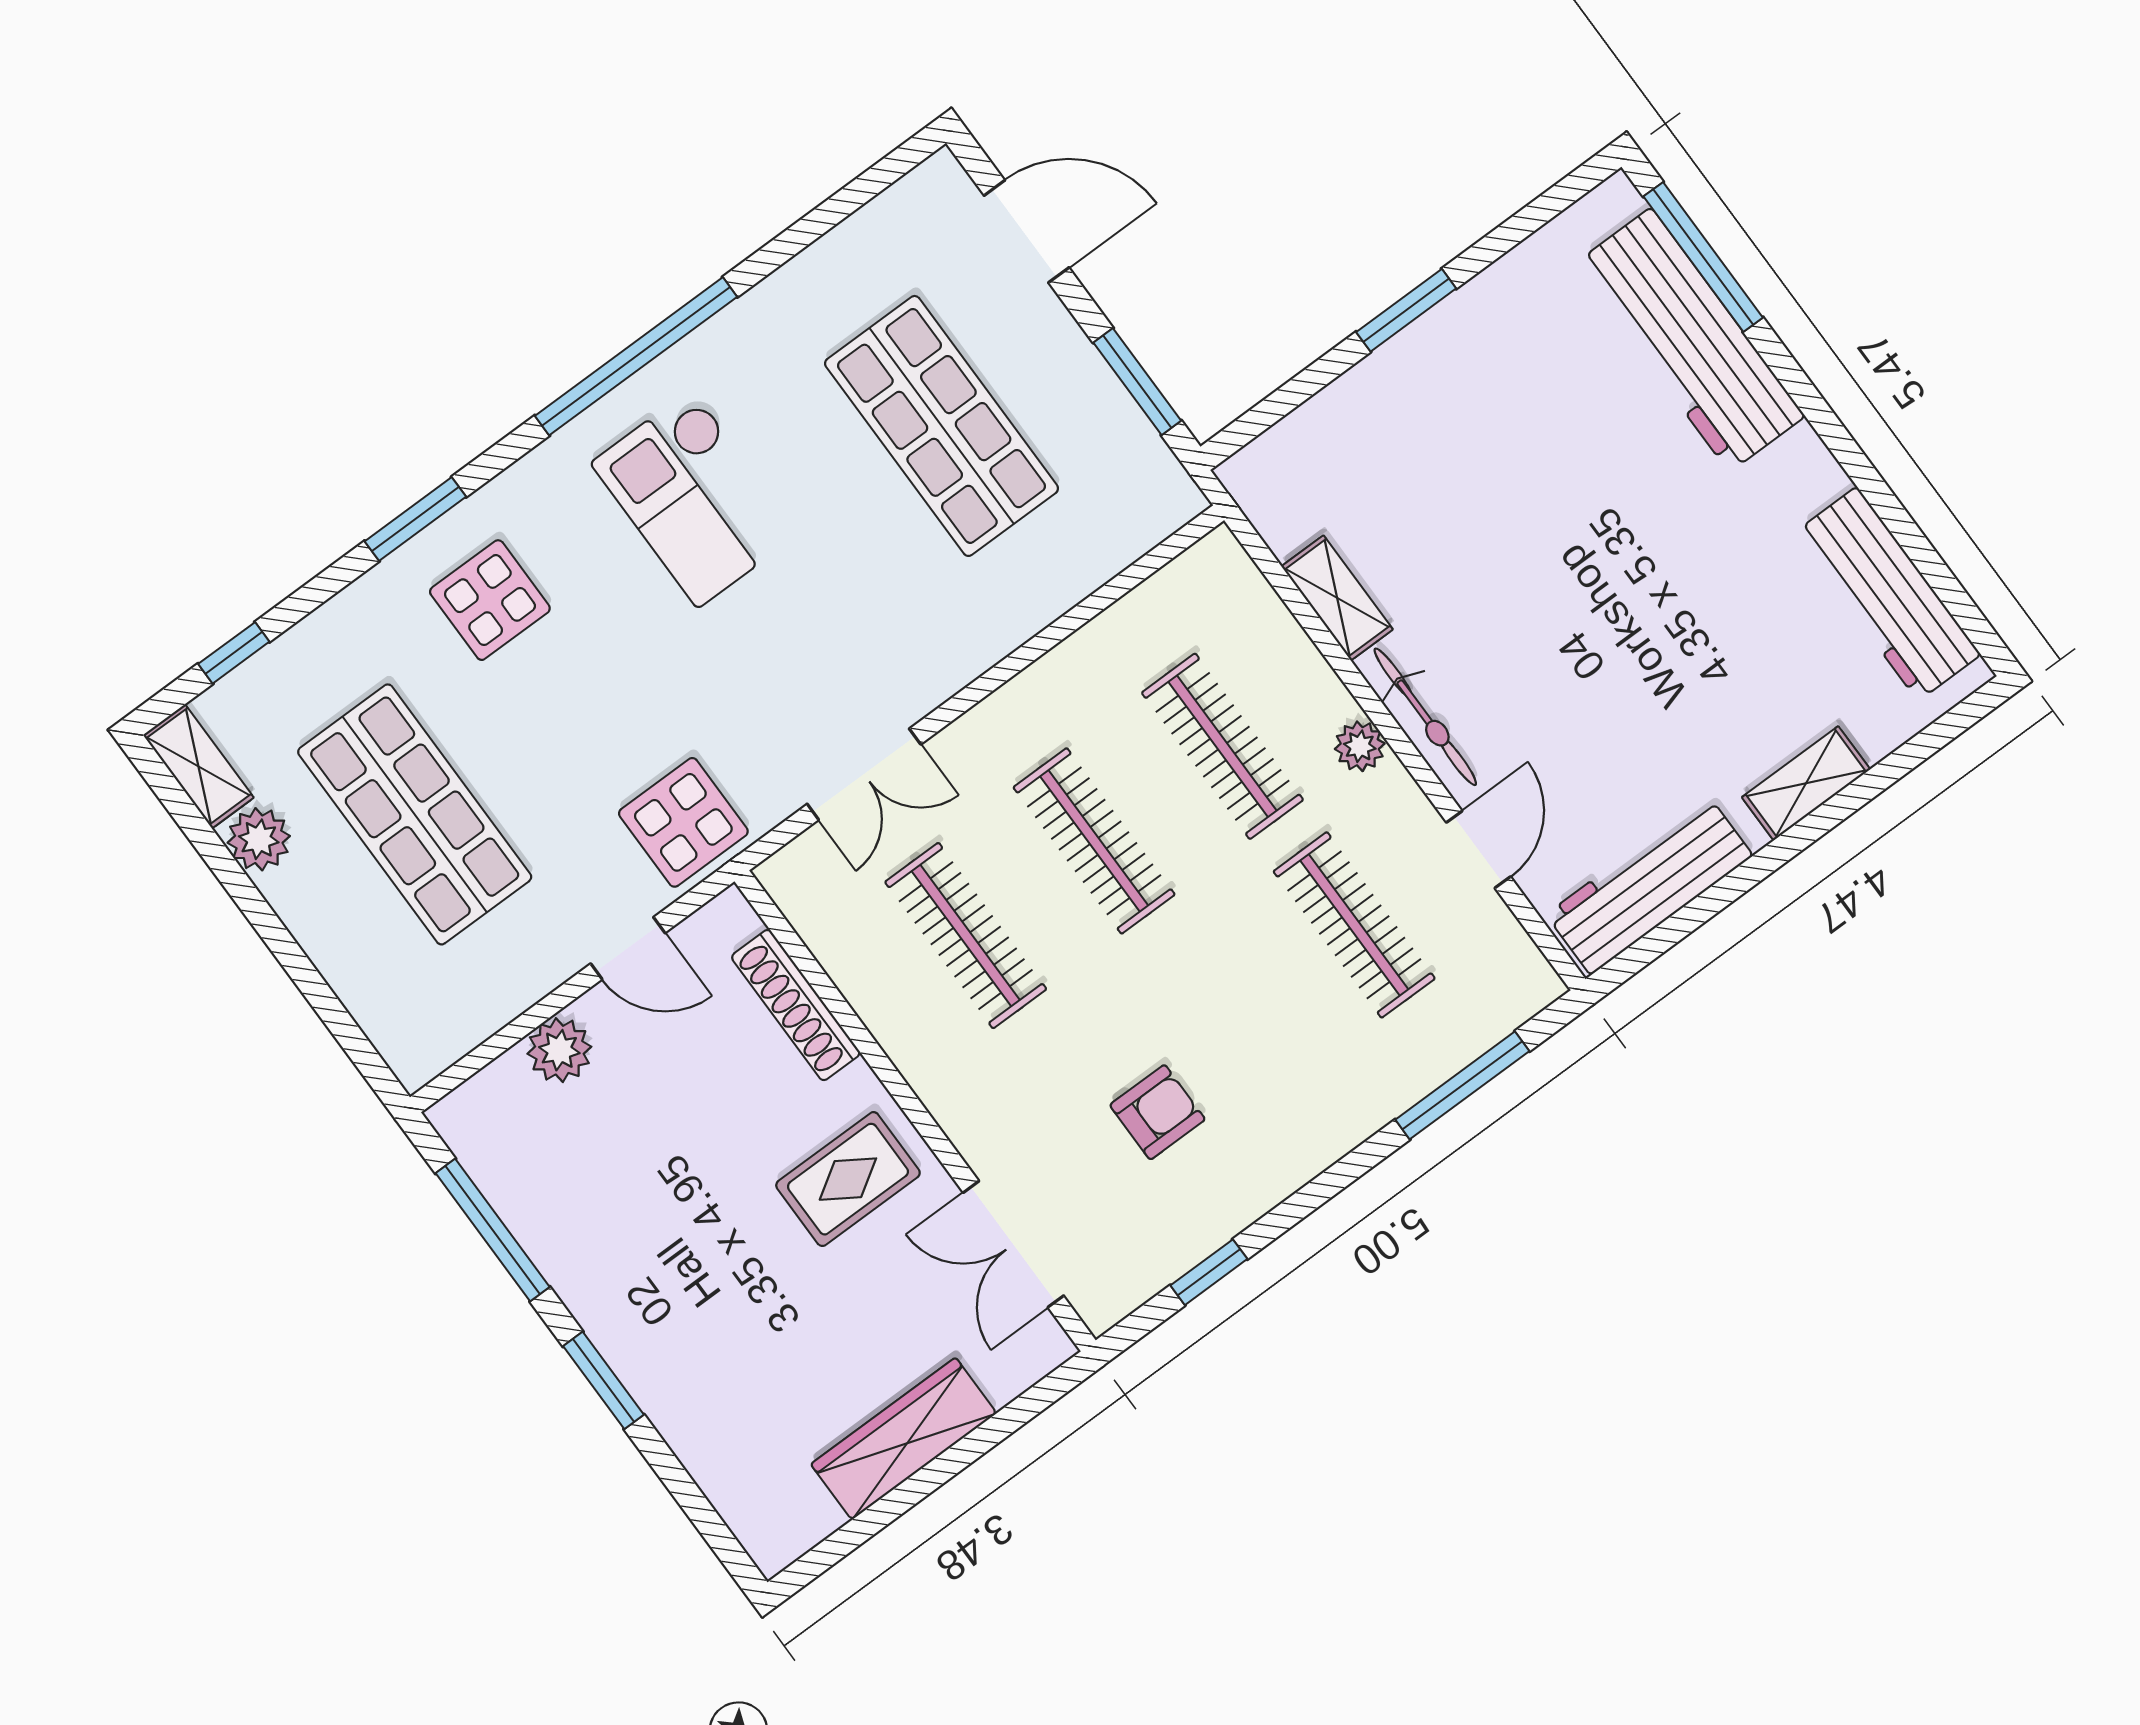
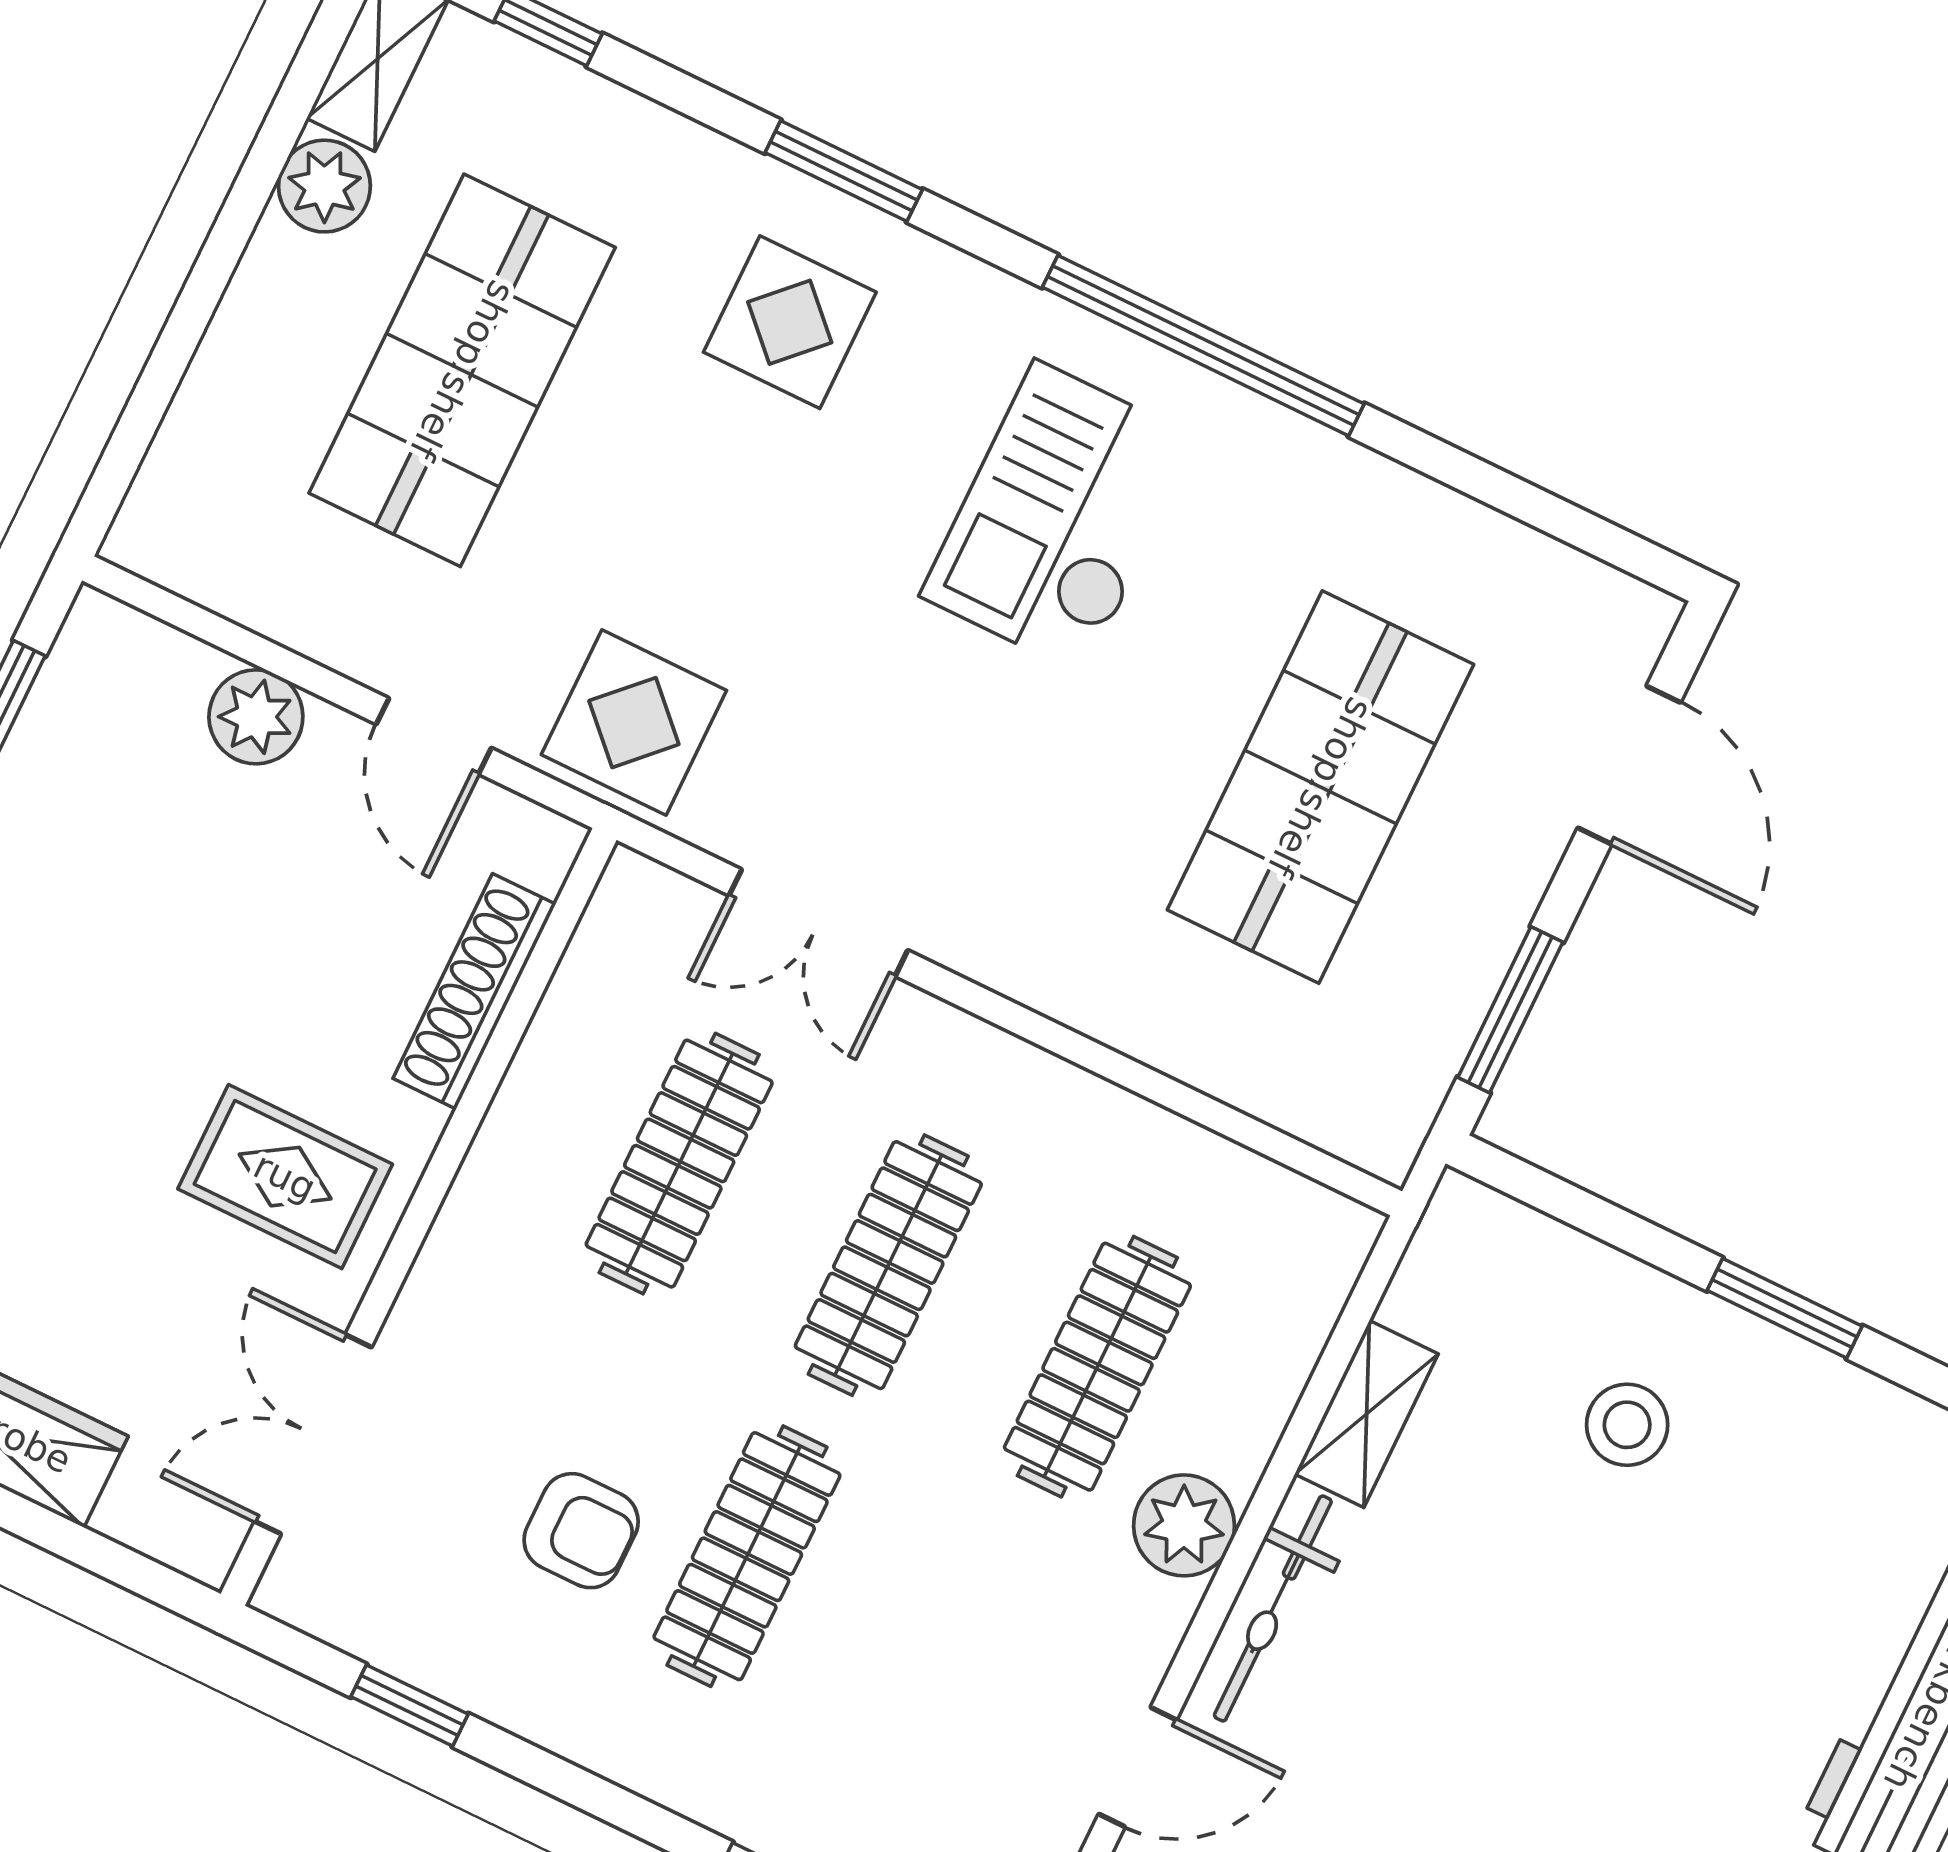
stool: (1427, 443) -> (1627, 1425), added
plant: (1360, 746) -> (1184, 1525), width x1.38, depth x1.38
clothes rail: (1354, 925) -> (747, 1556), moved

